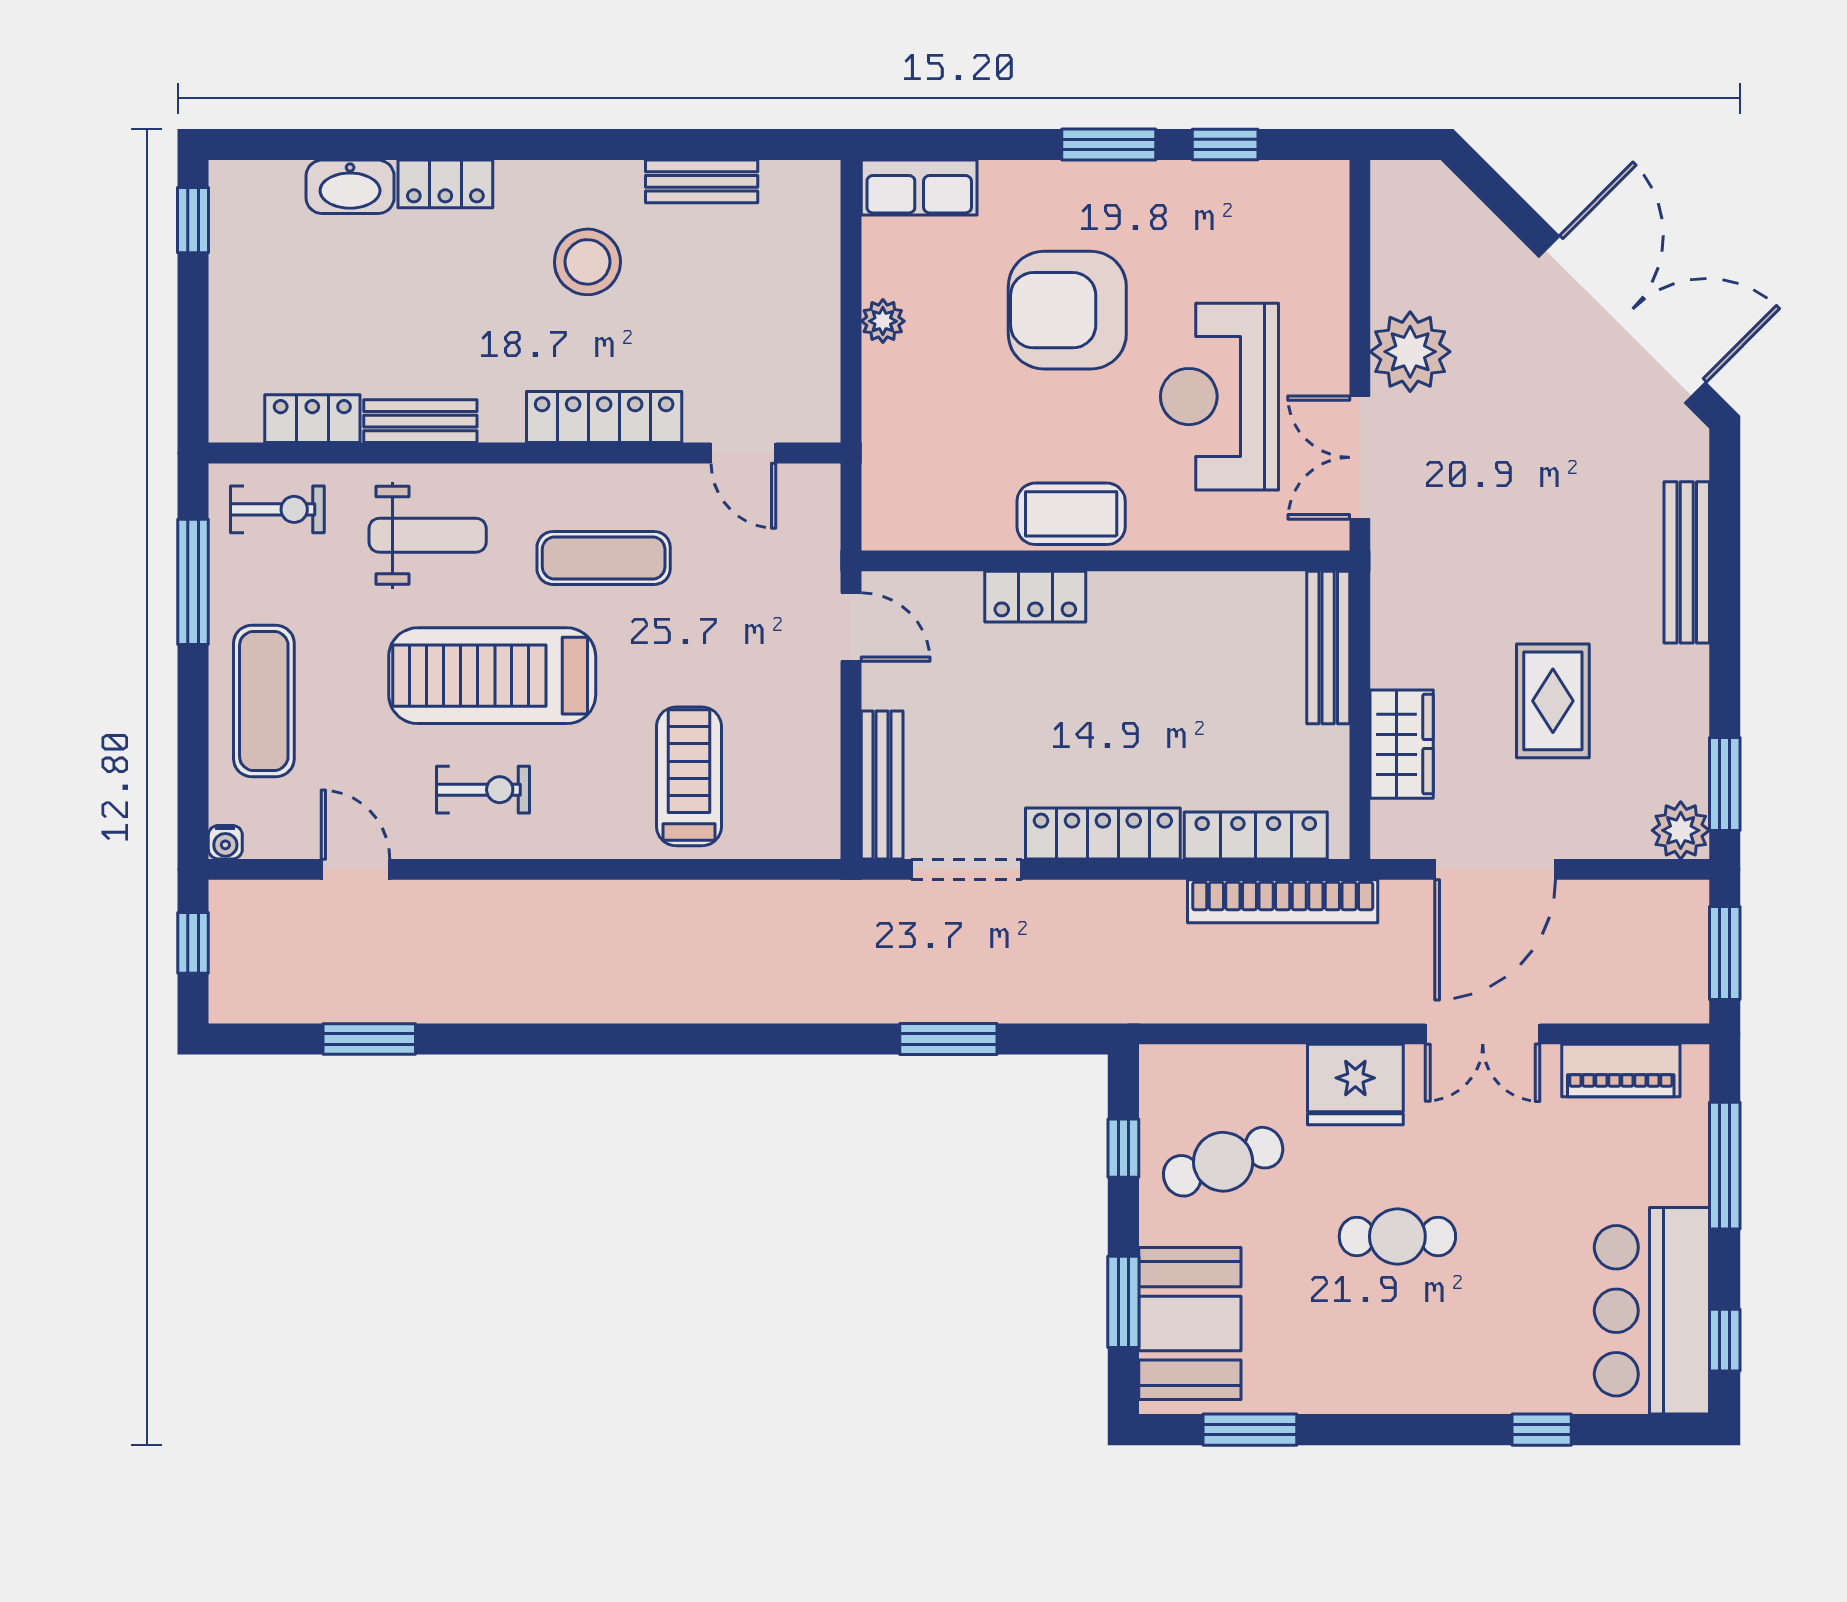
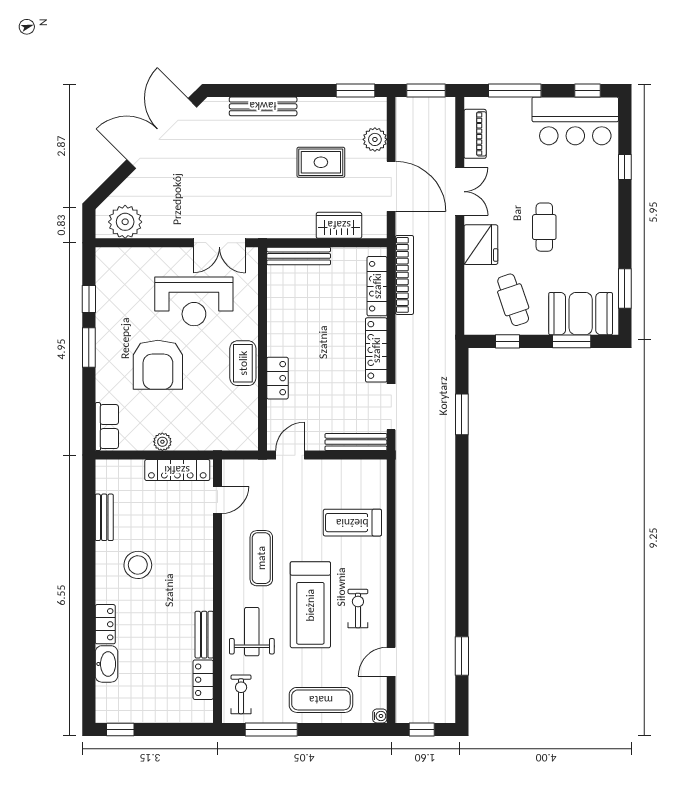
plant: (1410, 352) -> (125, 222), moved
locker: (604, 417) -> (177, 470), moved, turned -90
plant: (1681, 830) -> (375, 139), moved

